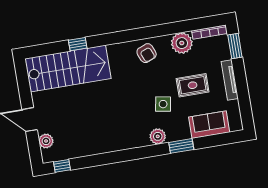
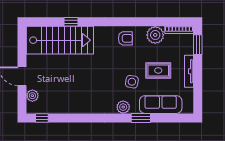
armchair: (147, 53) -> (125, 38), turned -68
sofa: (209, 125) -> (161, 105), width x1.36

